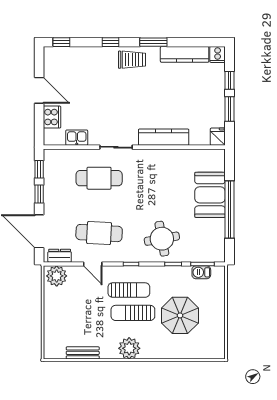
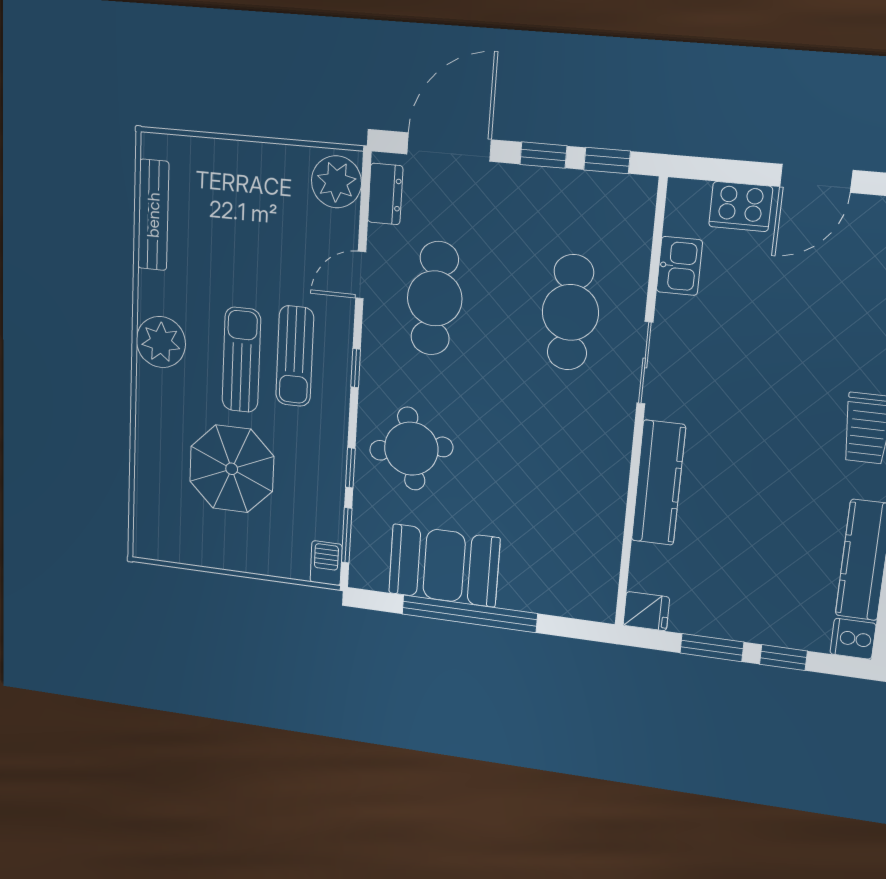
booth: (210, 195) -> (444, 566), moved
barbecue: (201, 272) -> (326, 563), moved
bench: (83, 353) -> (153, 215), width x1.36

